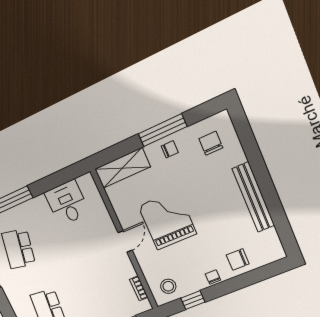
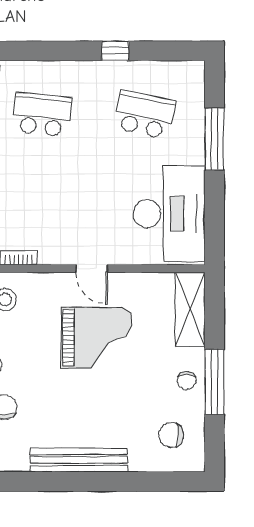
chair: (211, 143) -> (171, 435), turned 180
desk: (67, 203) -> (169, 214), width x1.87, depth x1.30

